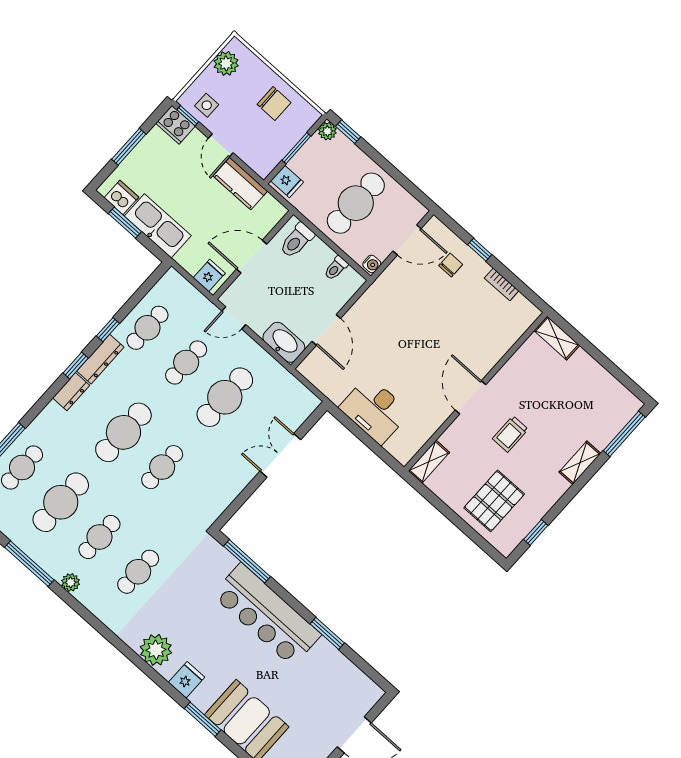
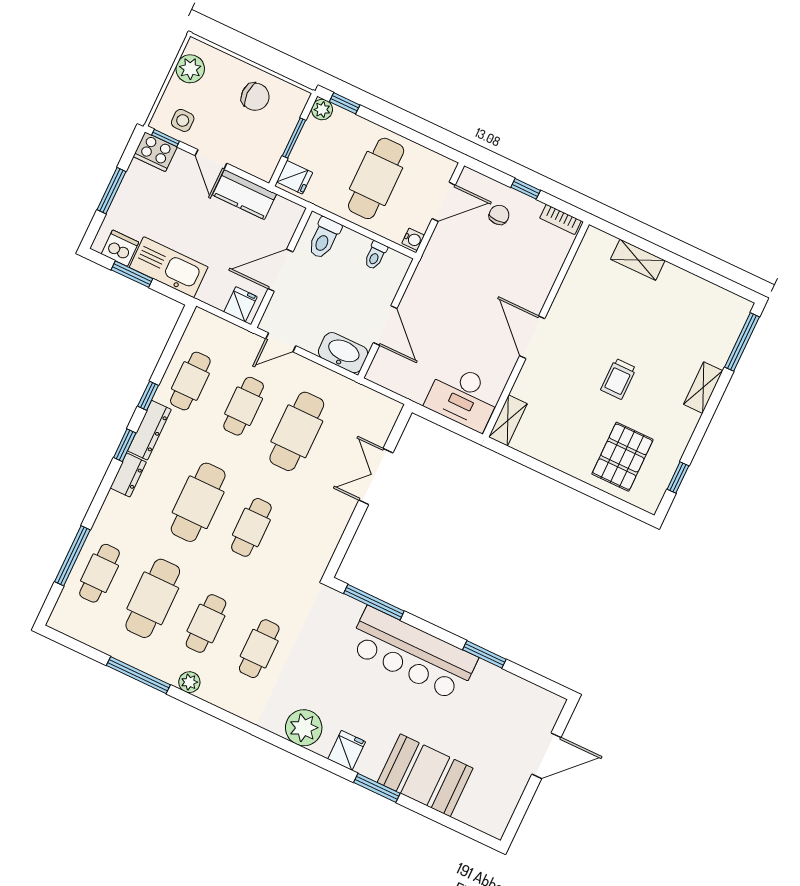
wall: (476, 392) -> (536, 329), moved
door: (471, 397) -> (532, 337), moved
shelving: (429, 462) -> (508, 420), moved

